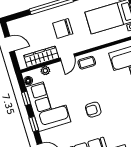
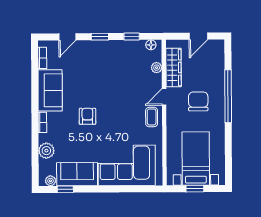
door: (67, 57) -> (164, 97), hinge flipped
corner sofa: (48, 104) -> (117, 60), removed
armchair: (93, 110) -> (87, 116), moved

